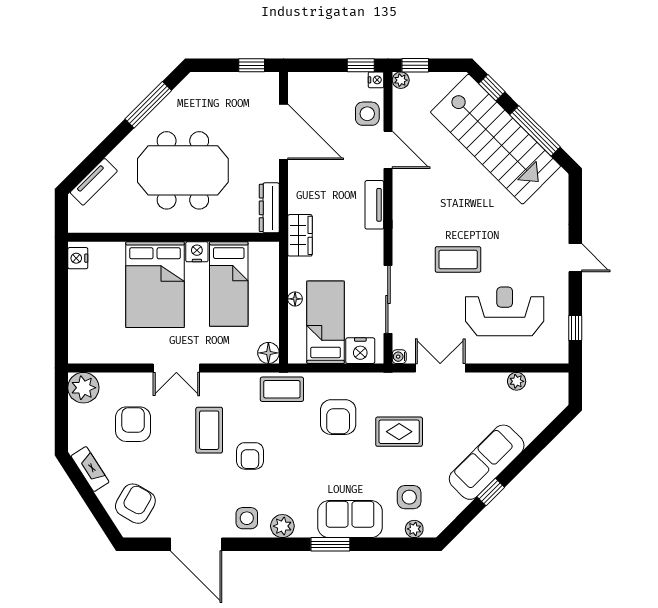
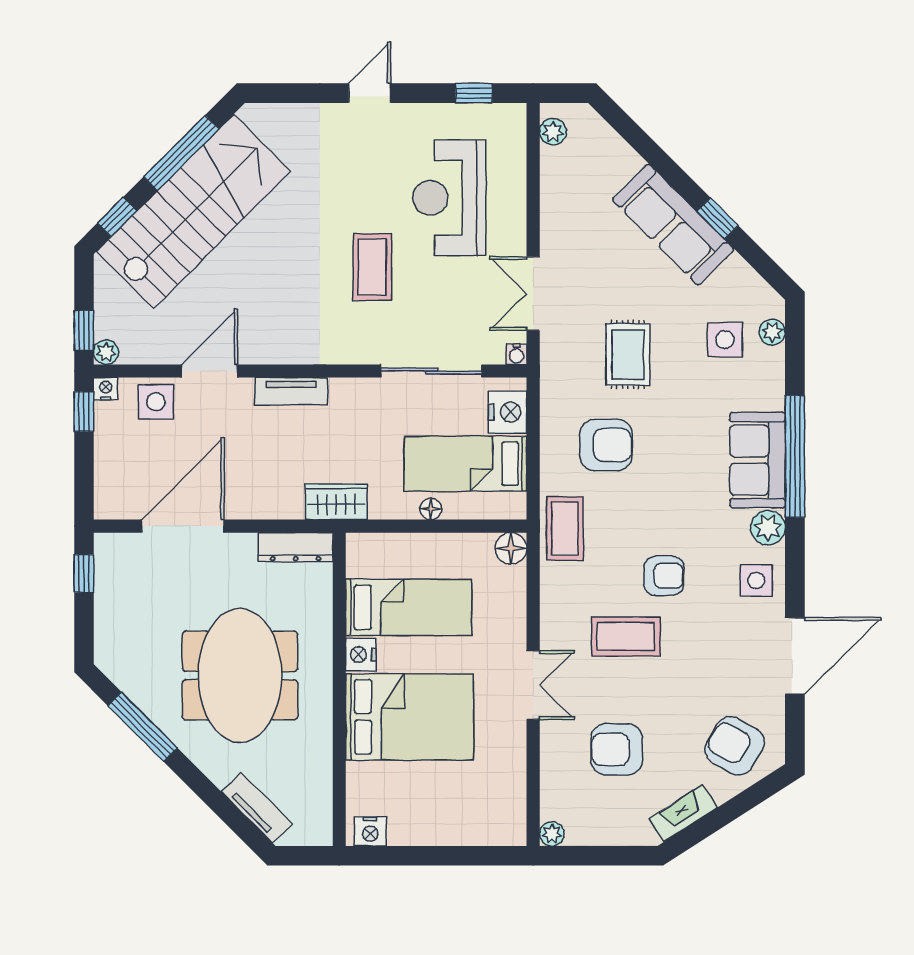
plant: (517, 381) -> (553, 132), moved
plant: (83, 388) -> (552, 834), width x0.53, depth x0.53
sofa: (350, 519) -> (758, 460), moved
window: (330, 544) -> (795, 456), width x2.11

